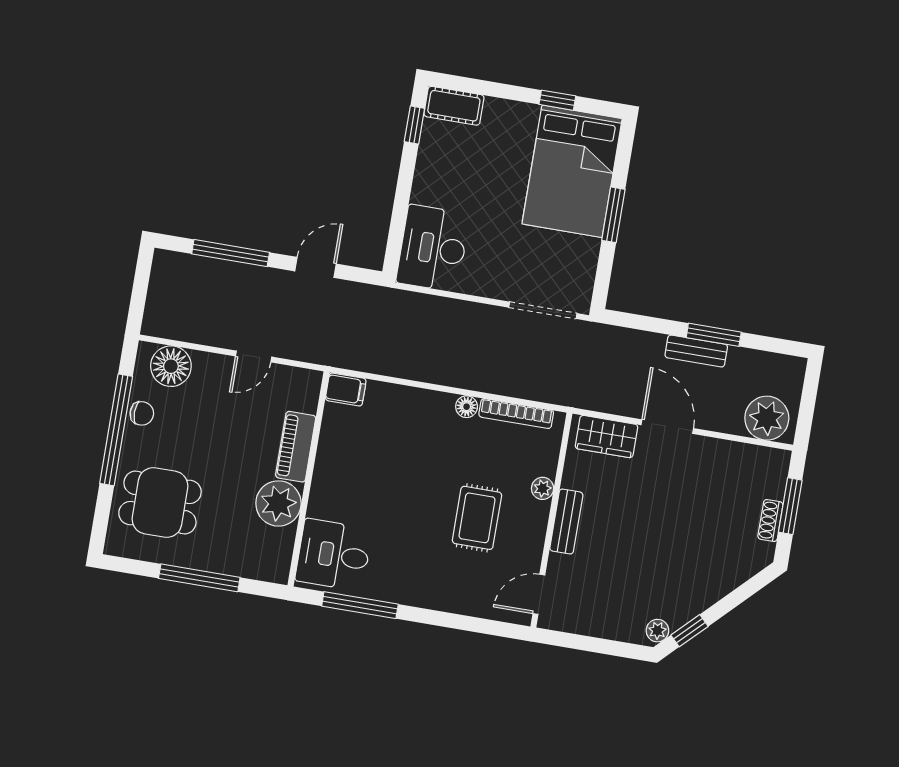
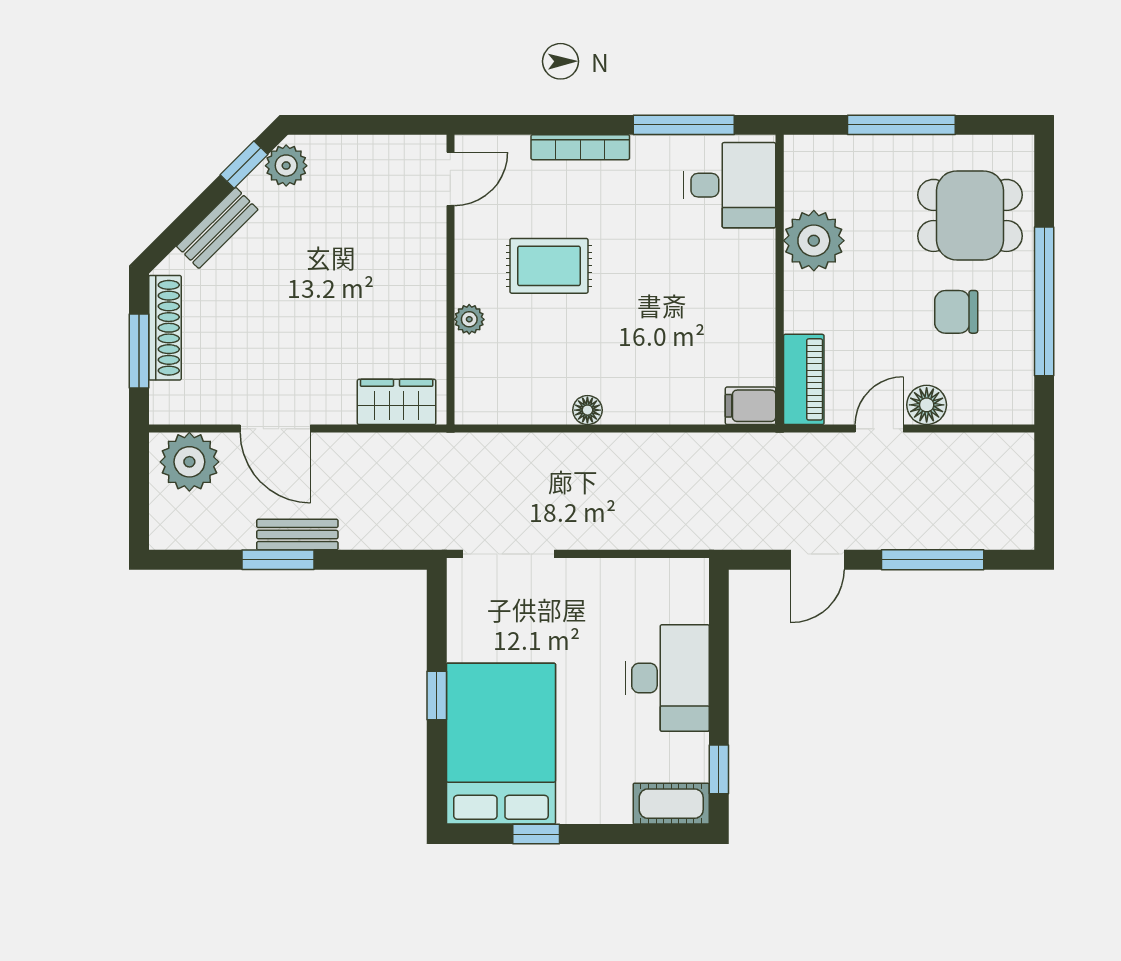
window: (613, 215) -> (437, 695), width x0.67
desk: (433, 248) -> (667, 678), moved
floor lamp: (171, 366) -> (927, 405), moved, width x0.73, depth x0.73
chair: (142, 413) -> (956, 312), moved, width x1.37, depth x1.37
bookcase: (516, 414) -> (580, 147), moved, turned 180
door: (667, 427) -> (275, 429), moved
piano: (296, 447) -> (804, 379), moved
rug: (477, 518) -> (549, 266), turned 90
shoe rack: (770, 521) -> (165, 328), width x1.94, depth x1.24
bench: (566, 522) -> (217, 228), moved, turned 45
plant: (657, 631) -> (286, 166), width x1.38, depth x1.38

